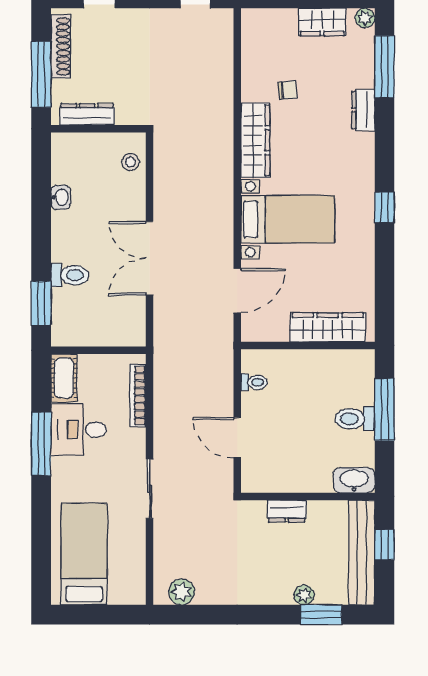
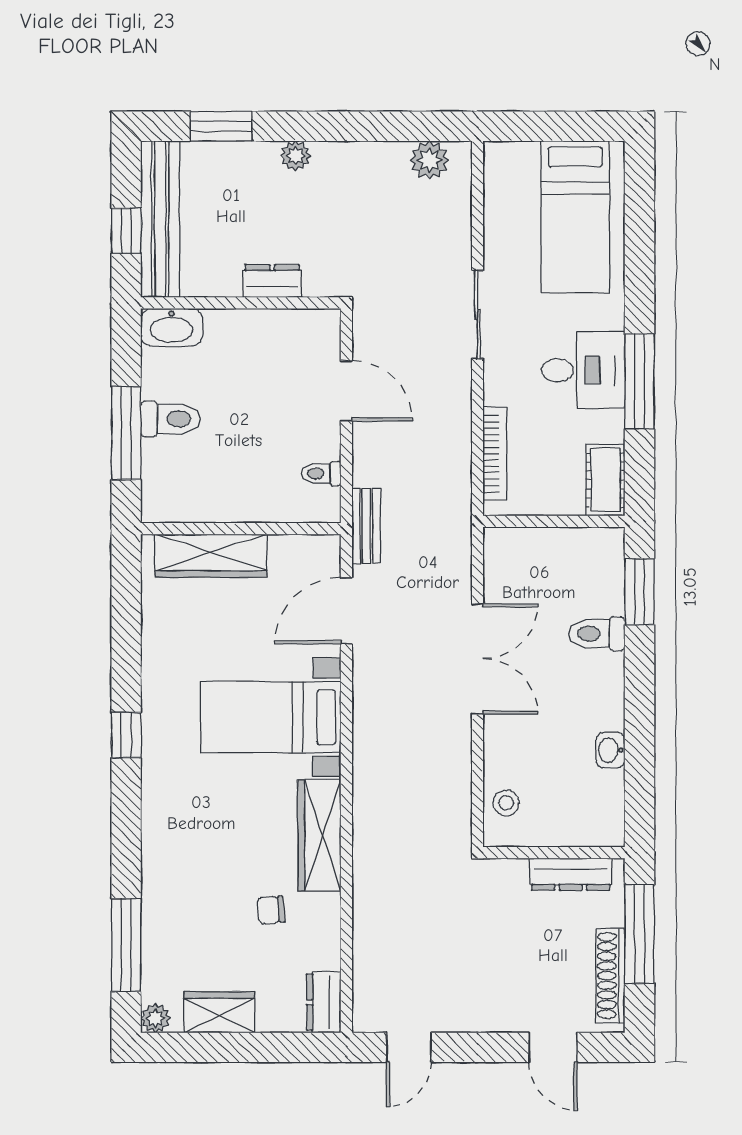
dresser: (363, 110) -> (324, 1002), moved, turned 180
bench: (224, 347) -> (366, 526), added
desk: (79, 430) -> (583, 370), moved
plant: (304, 595) -> (296, 156), moved

